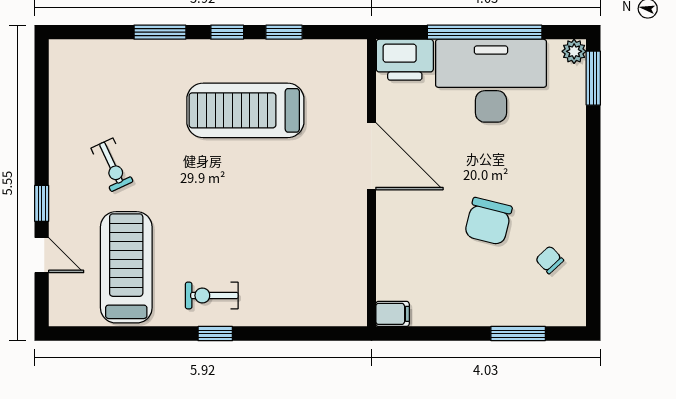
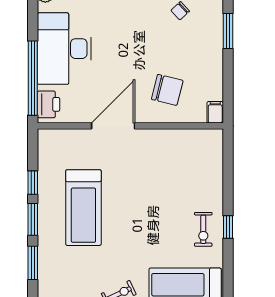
window: (227, 32) -> (33, 219), width x1.50
window: (485, 32) -> (33, 78), moved
printer: (405, 60) -> (49, 104), width x0.73, depth x0.84
chair: (488, 221) -> (167, 90), moved

